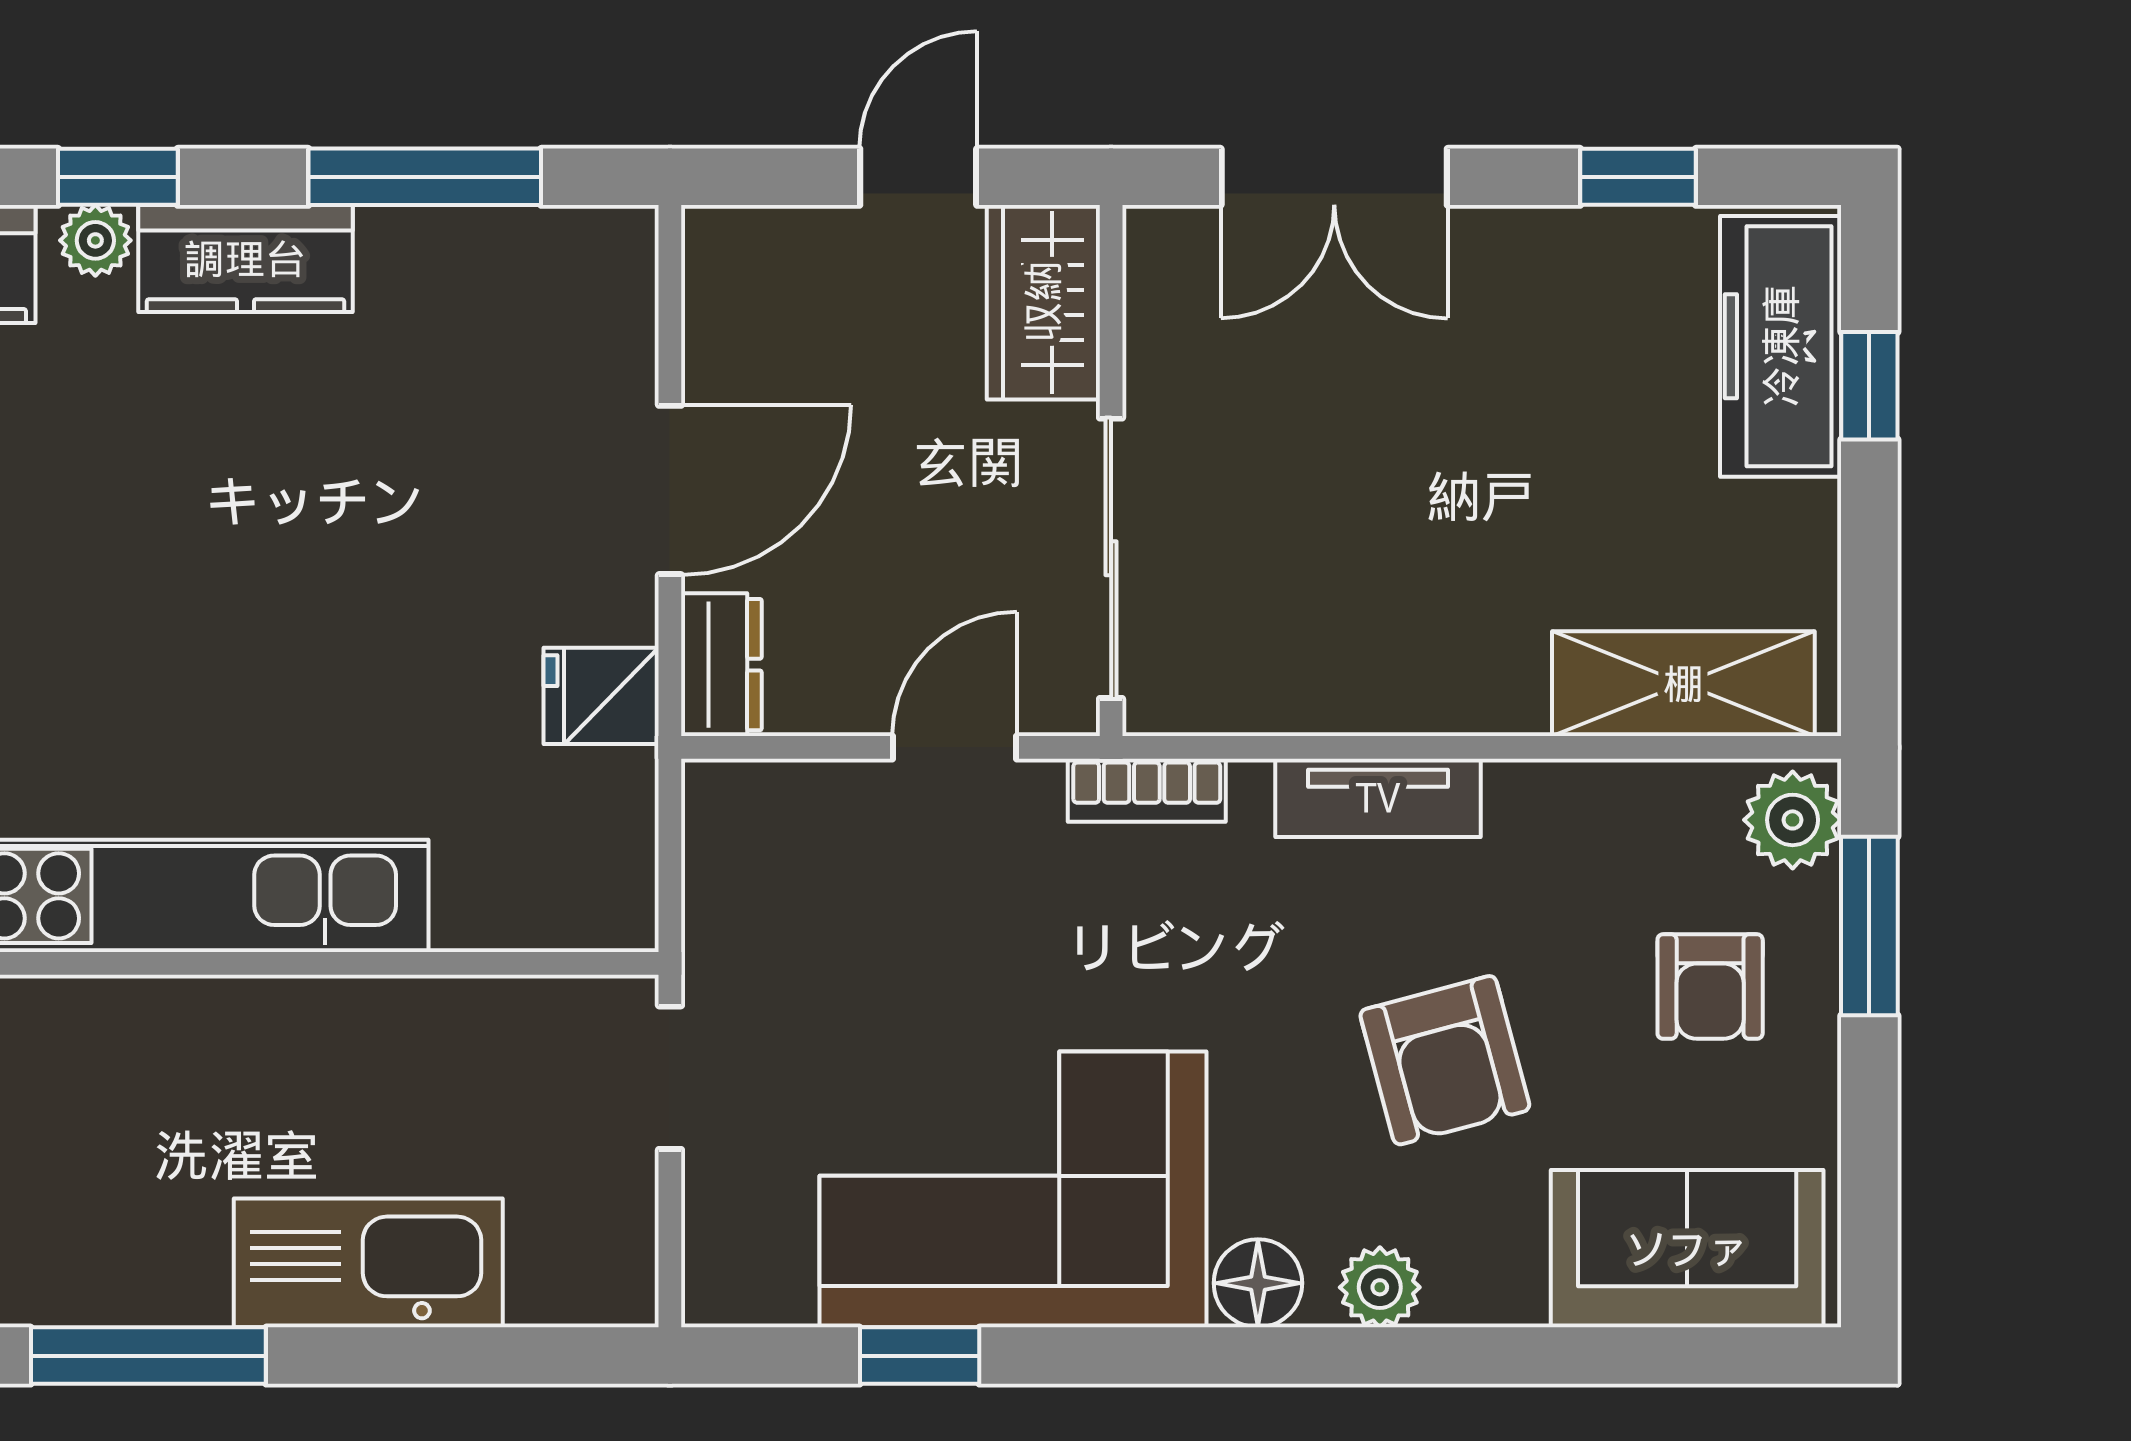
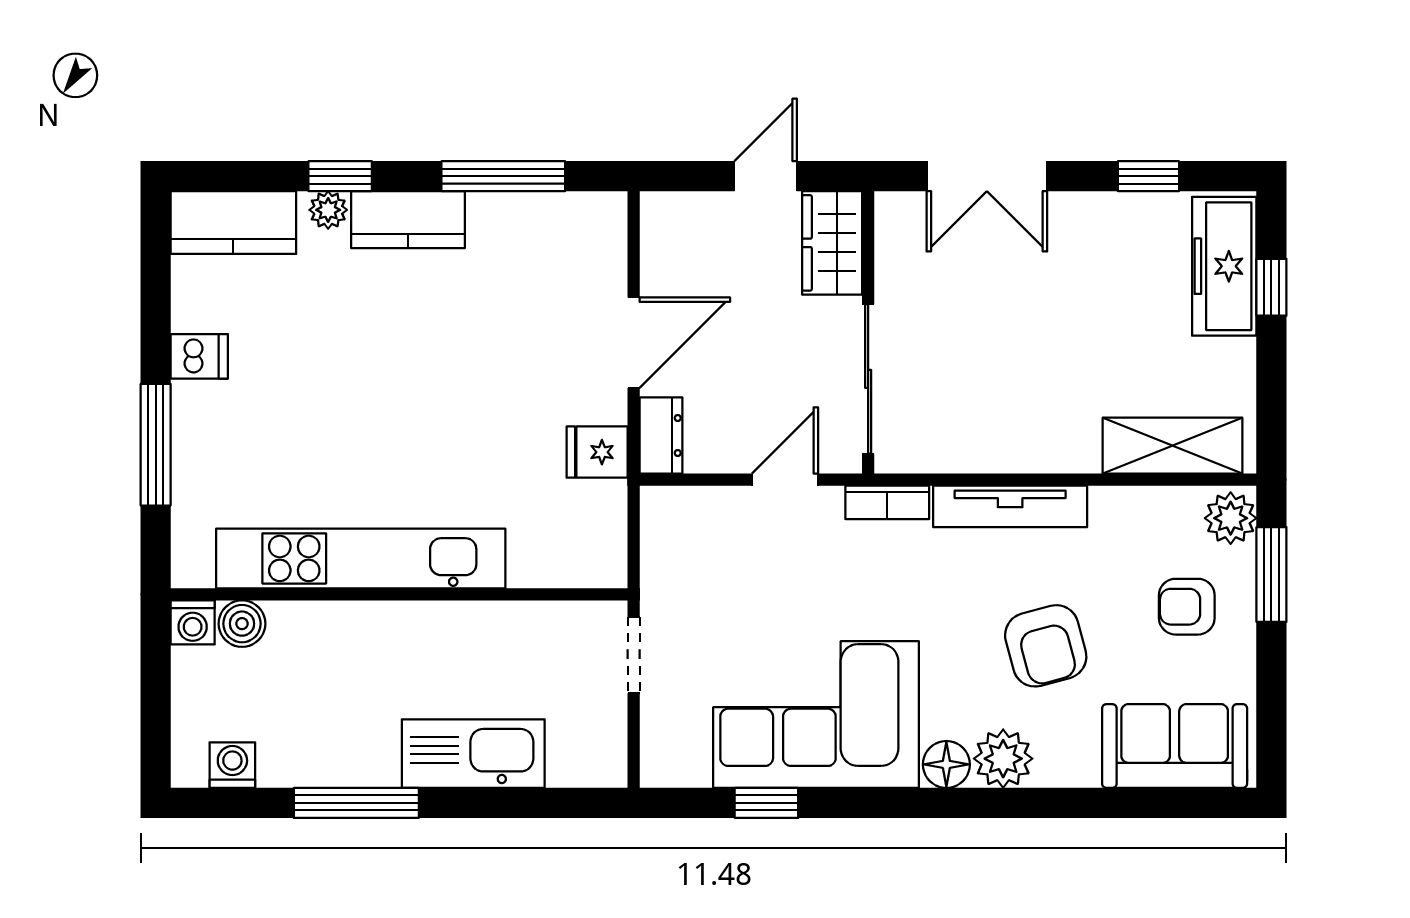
tv unit: (1378, 798) -> (1010, 506), width x1.41
armchair: (1710, 987) -> (1187, 607), turned 90
plant: (1380, 1287) -> (1003, 759), width x1.38, depth x1.38

